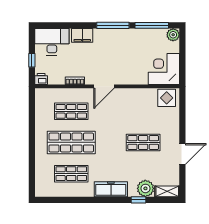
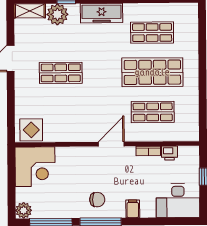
filing cabinet: (82, 35) -> (133, 209), width x0.50
chair: (115, 43) -> (97, 200), added
printer: (41, 79) -> (169, 153), moved

